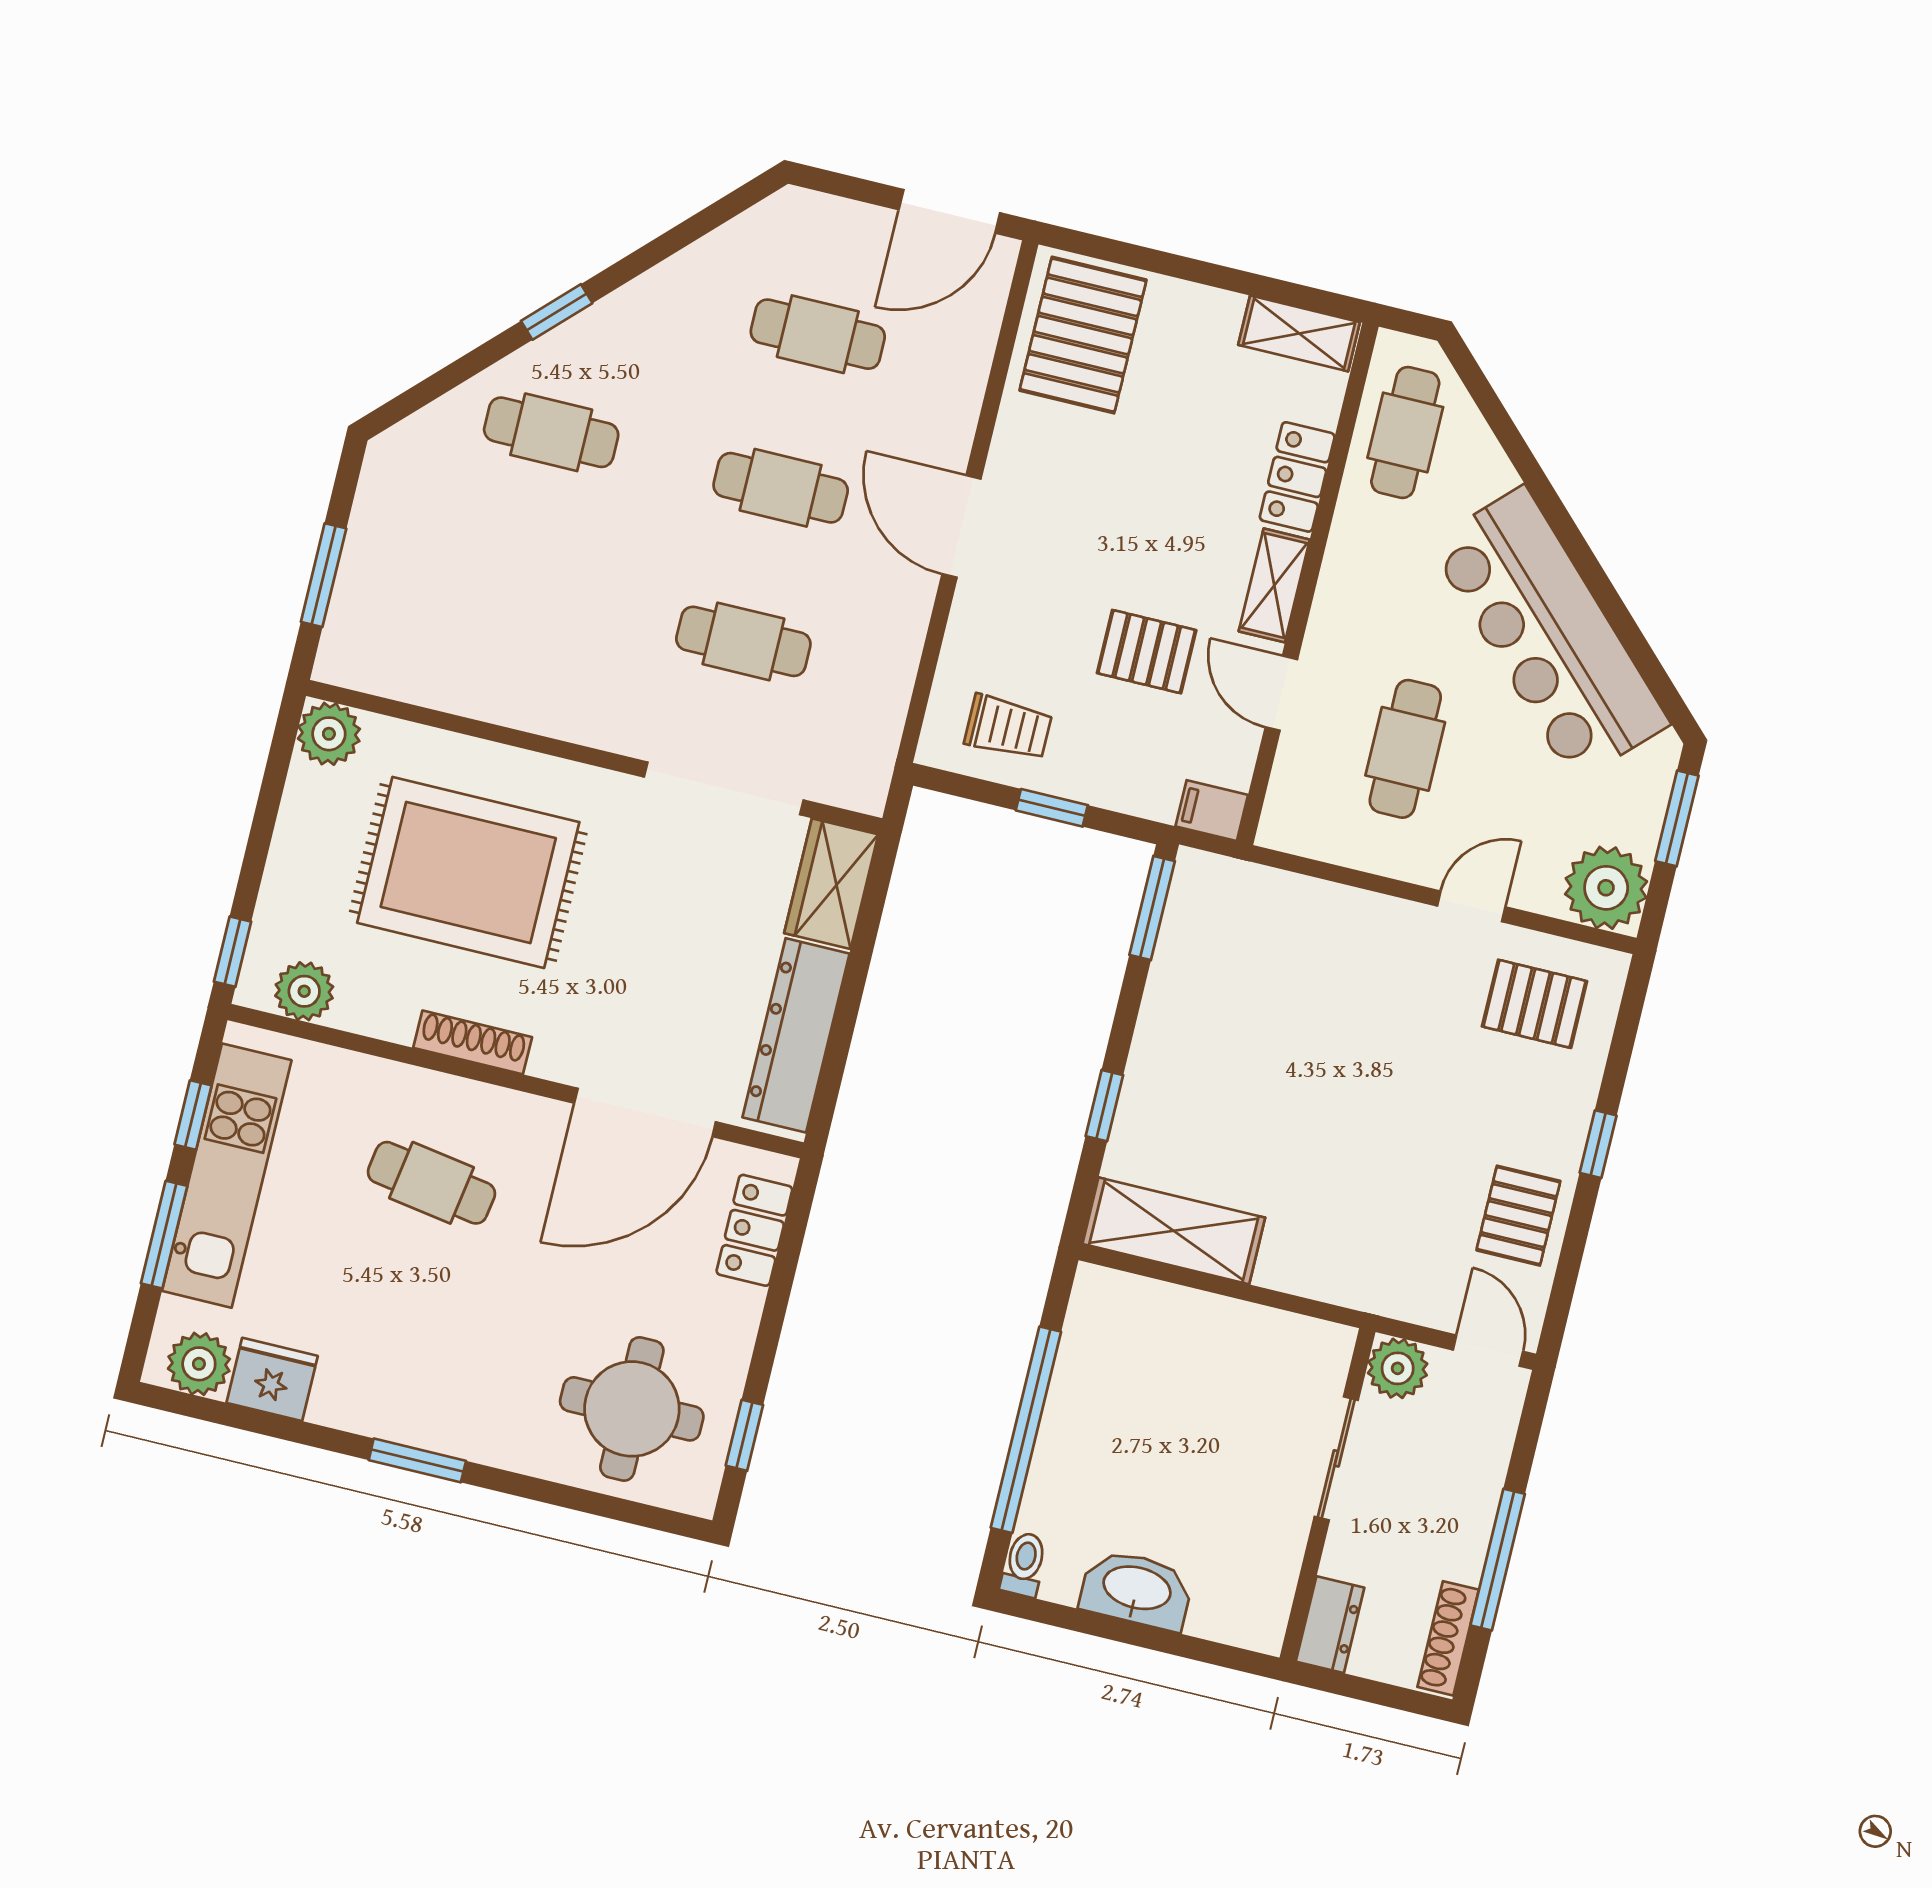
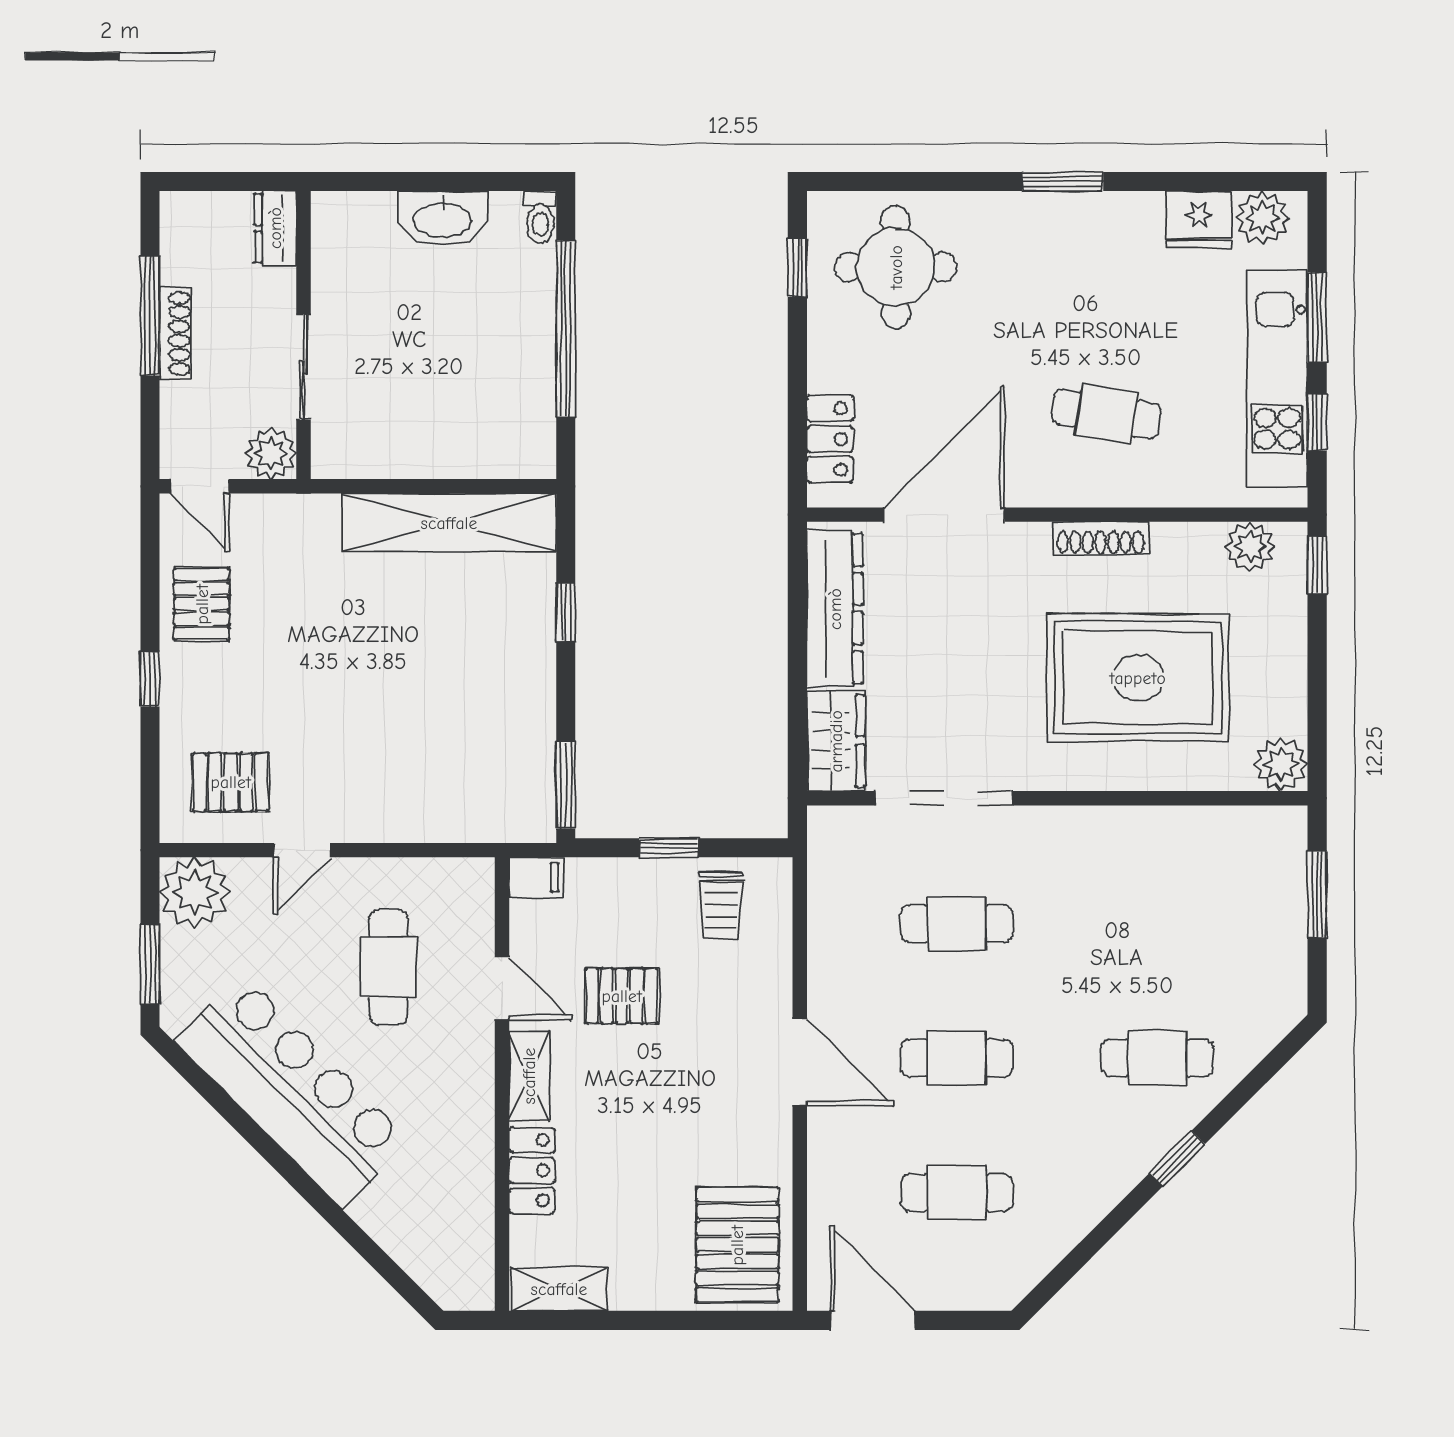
door: (949, 211) -> (873, 1320), hinge flipped
cafe table: (1405, 432) -> (452, 1229), removed
trolley: (1008, 727) -> (721, 905), turned -90
shelving: (1174, 1231) -> (449, 523), width x1.47
shoe rack: (1448, 1638) -> (175, 333), moved

